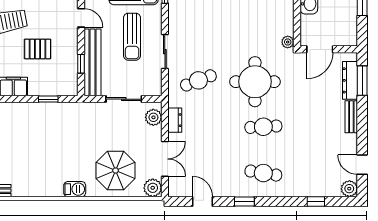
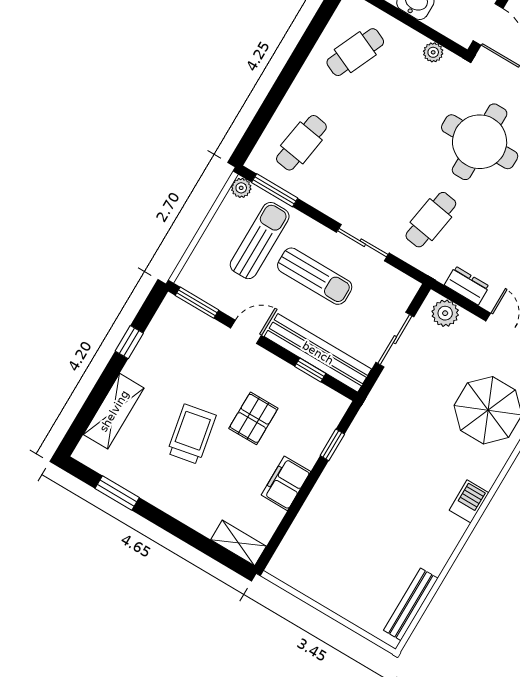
plant: (288, 42) -> (433, 52), moved
cafe table: (198, 80) -> (431, 220), turned 30
barbecue: (75, 189) -> (469, 501), moved

